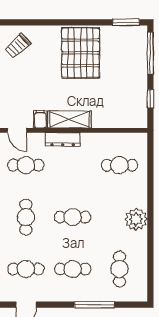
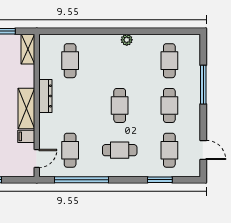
shelving: (132, 121) -> (28, 49), added
dresser: (63, 139) -> (45, 96), moved
plant: (136, 219) -> (127, 40), width x0.53, depth x0.53
cafe table: (120, 269) -> (169, 61), turned 90

